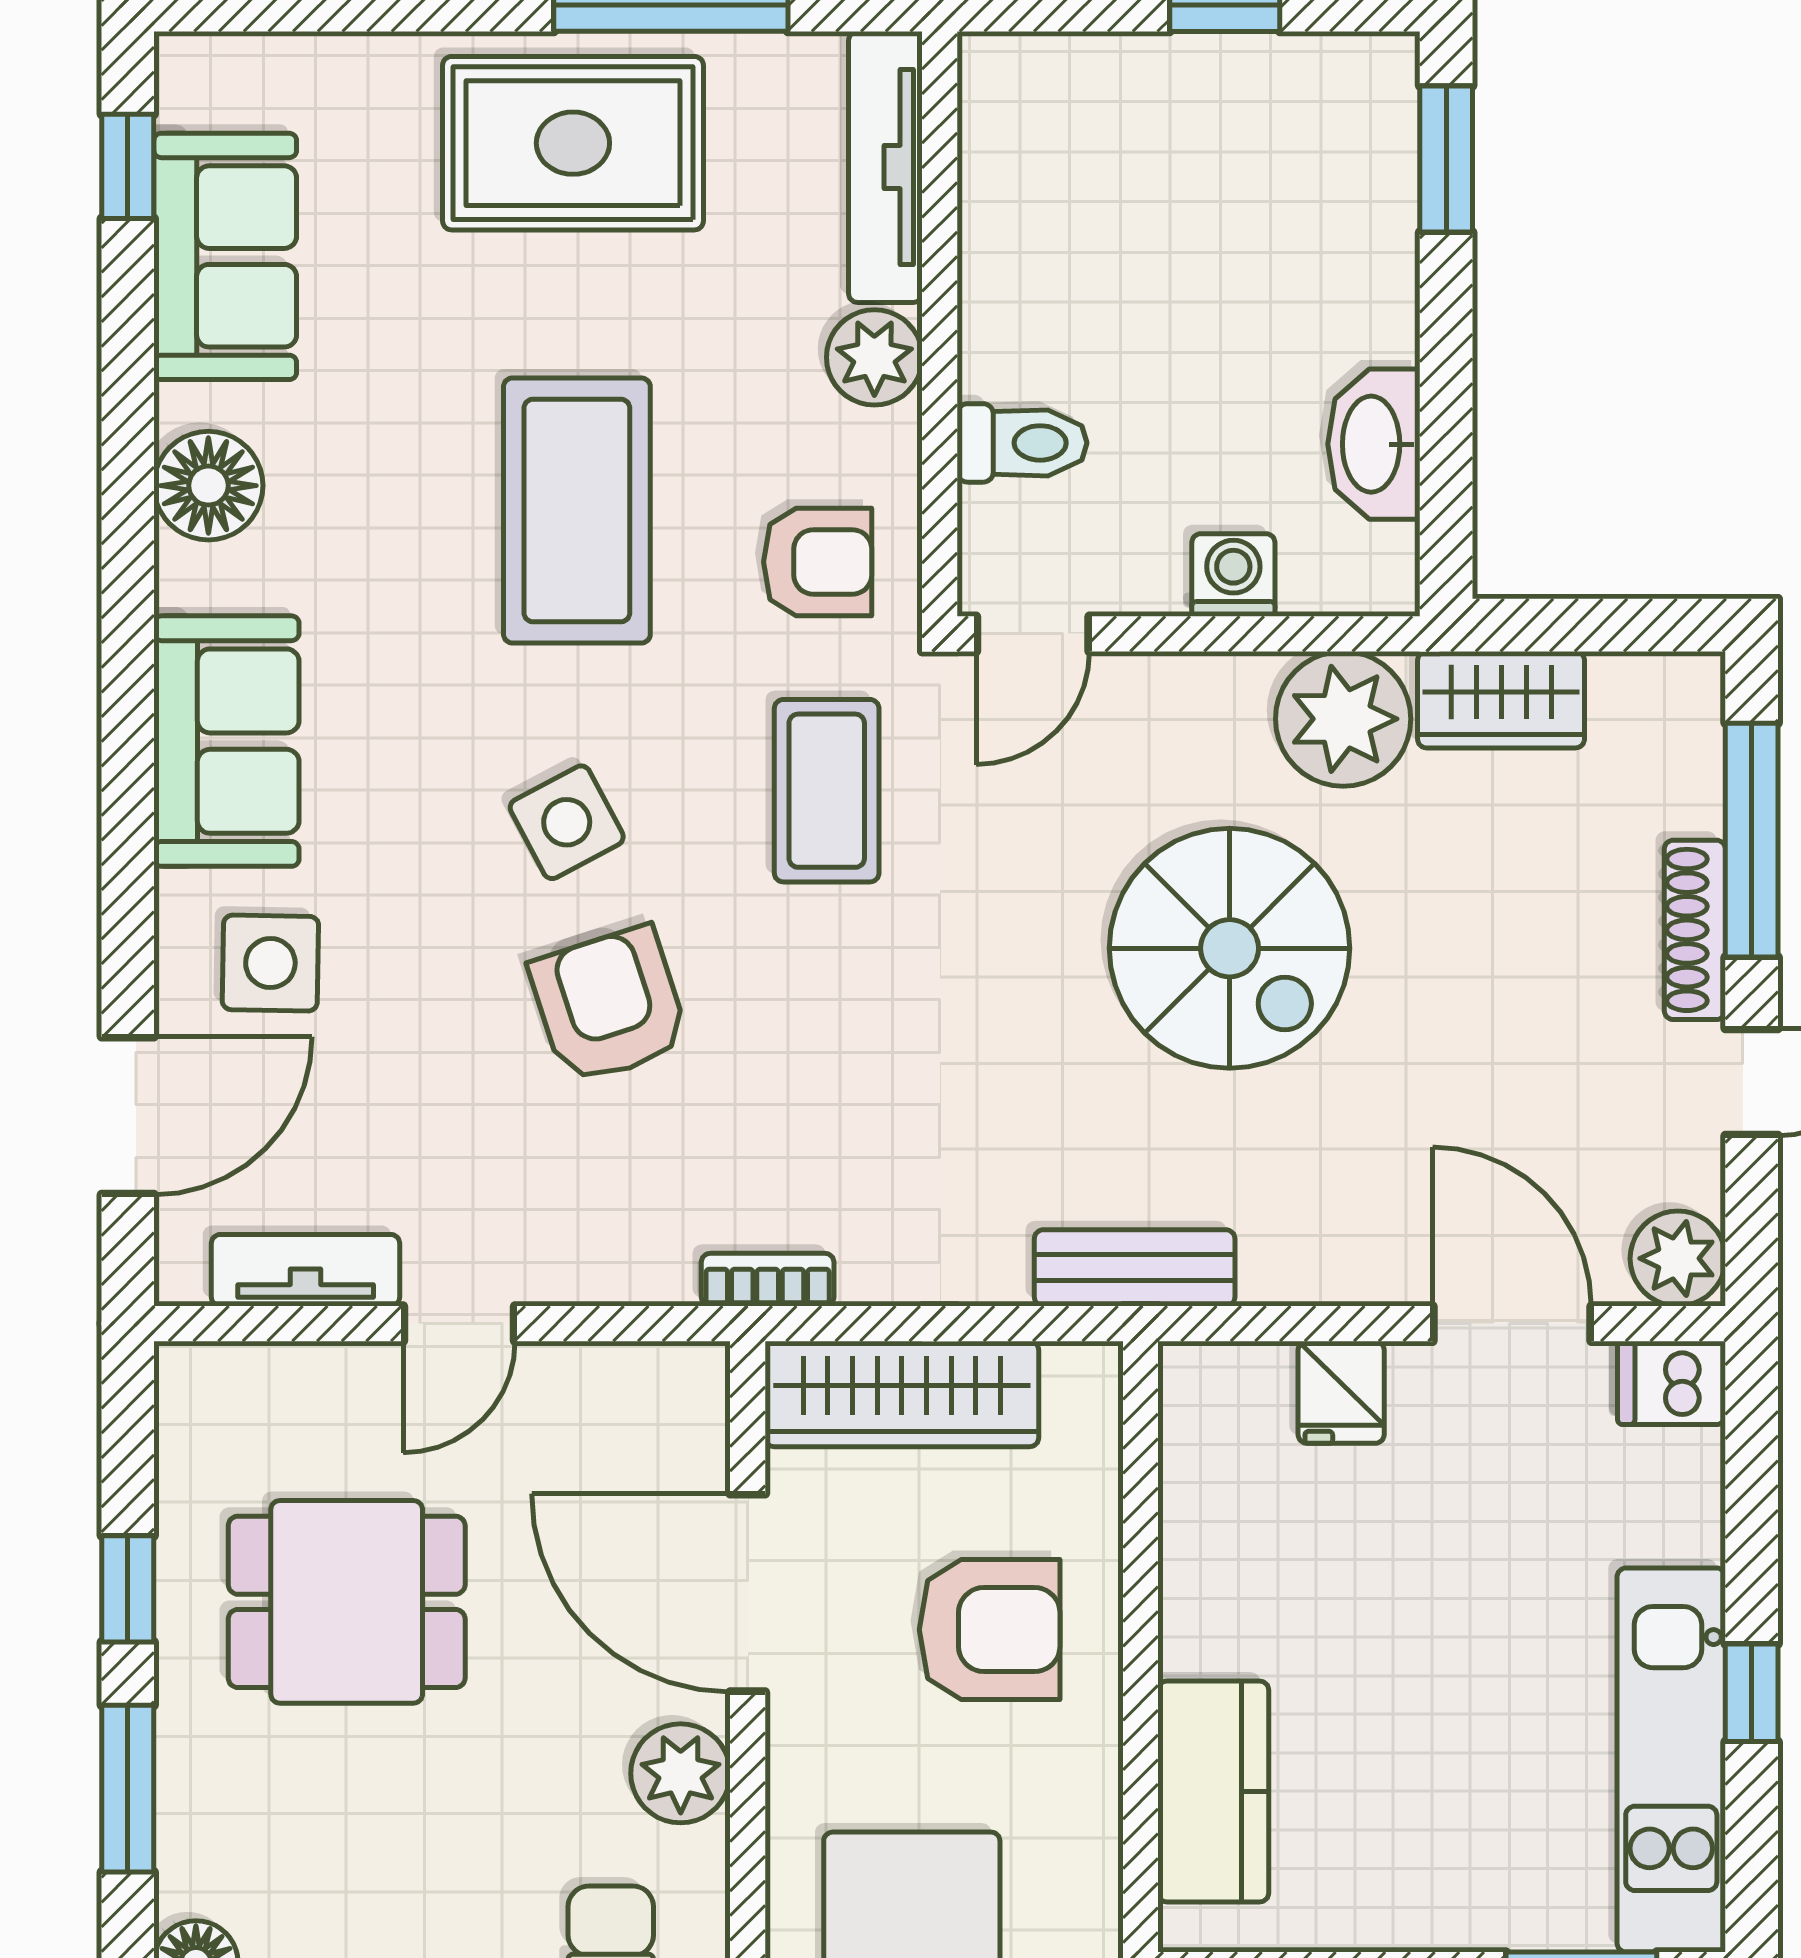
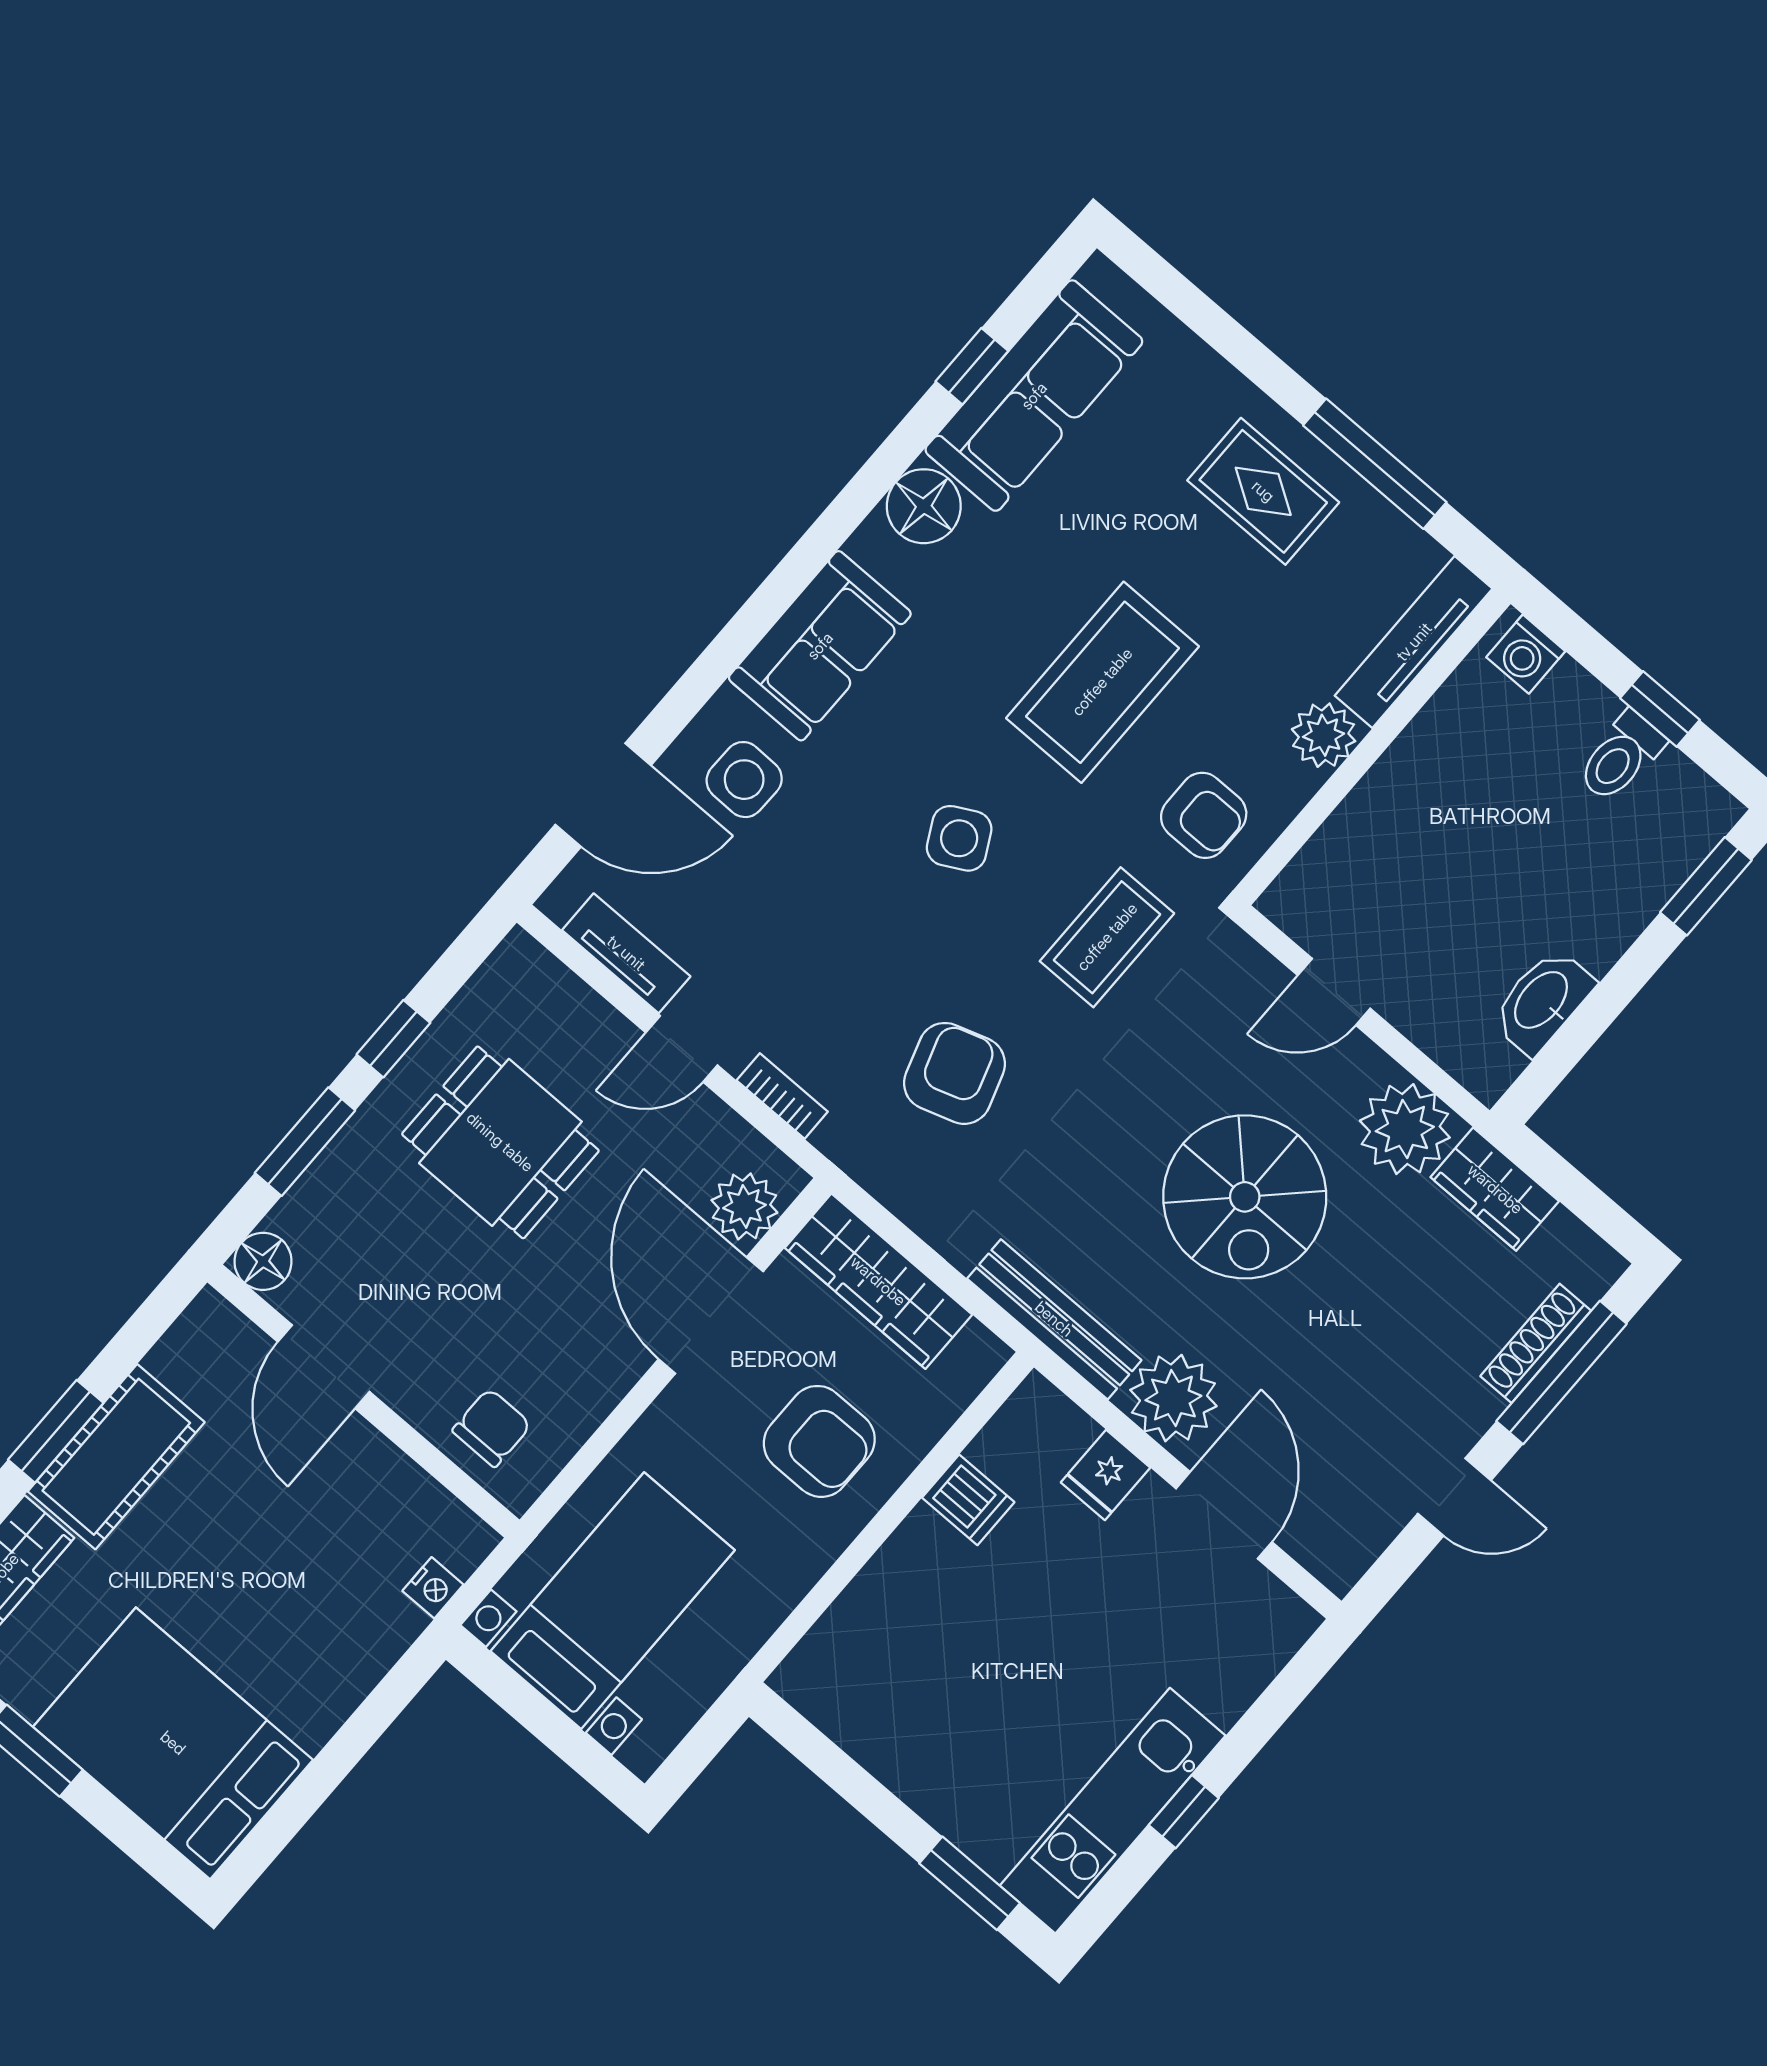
rug: (573, 143) -> (1263, 491), width x0.73, depth x0.70
window: (128, 166) -> (972, 366), moved
sofa: (225, 256) -> (1034, 396), width x1.36
toilet: (1022, 443) -> (1621, 757), moved, turned 90
washing machine: (1233, 575) -> (1526, 654), moved, turned 180
door: (1033, 634) -> (1334, 992), moved
shoe rack: (1695, 930) -> (1536, 1343), moved
armchair: (609, 1005) -> (955, 1073), moved
plant: (1678, 1258) -> (1173, 1398), moved, width x1.36, depth x1.36
bench: (1135, 1268) -> (1054, 1319), width x1.36
bookcase: (768, 1280) -> (782, 1096), moved
dishwasher: (1672, 1383) -> (968, 1500), moved, turned 180
plant: (681, 1773) -> (744, 1206), moved
kitchen counter: (1213, 1791) -> (863, 1624), removed

